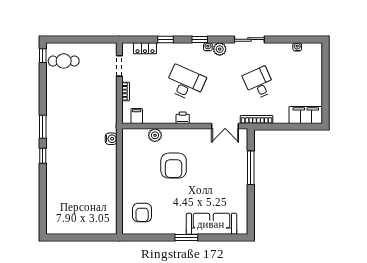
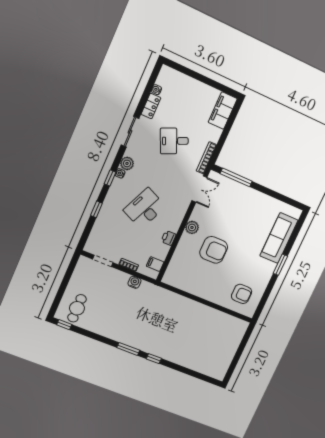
locker: (145, 48) -> (151, 106), moved
printer: (183, 118) -> (169, 238), moved
plant: (155, 135) -> (192, 227), moved
water cooler: (111, 139) -> (134, 282), moved
window: (251, 168) -> (236, 177), moved

